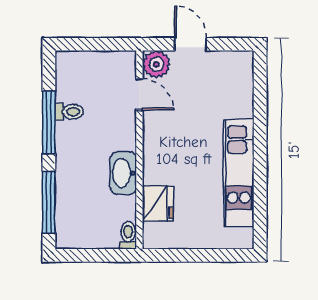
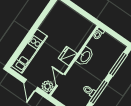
kitchen unit: (239, 173) -> (29, 51), moved
fridge: (158, 203) -> (68, 56), moved

